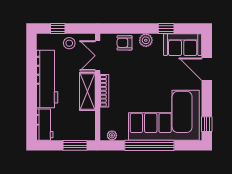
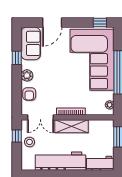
window: (58, 29) -> (17, 136), moved

